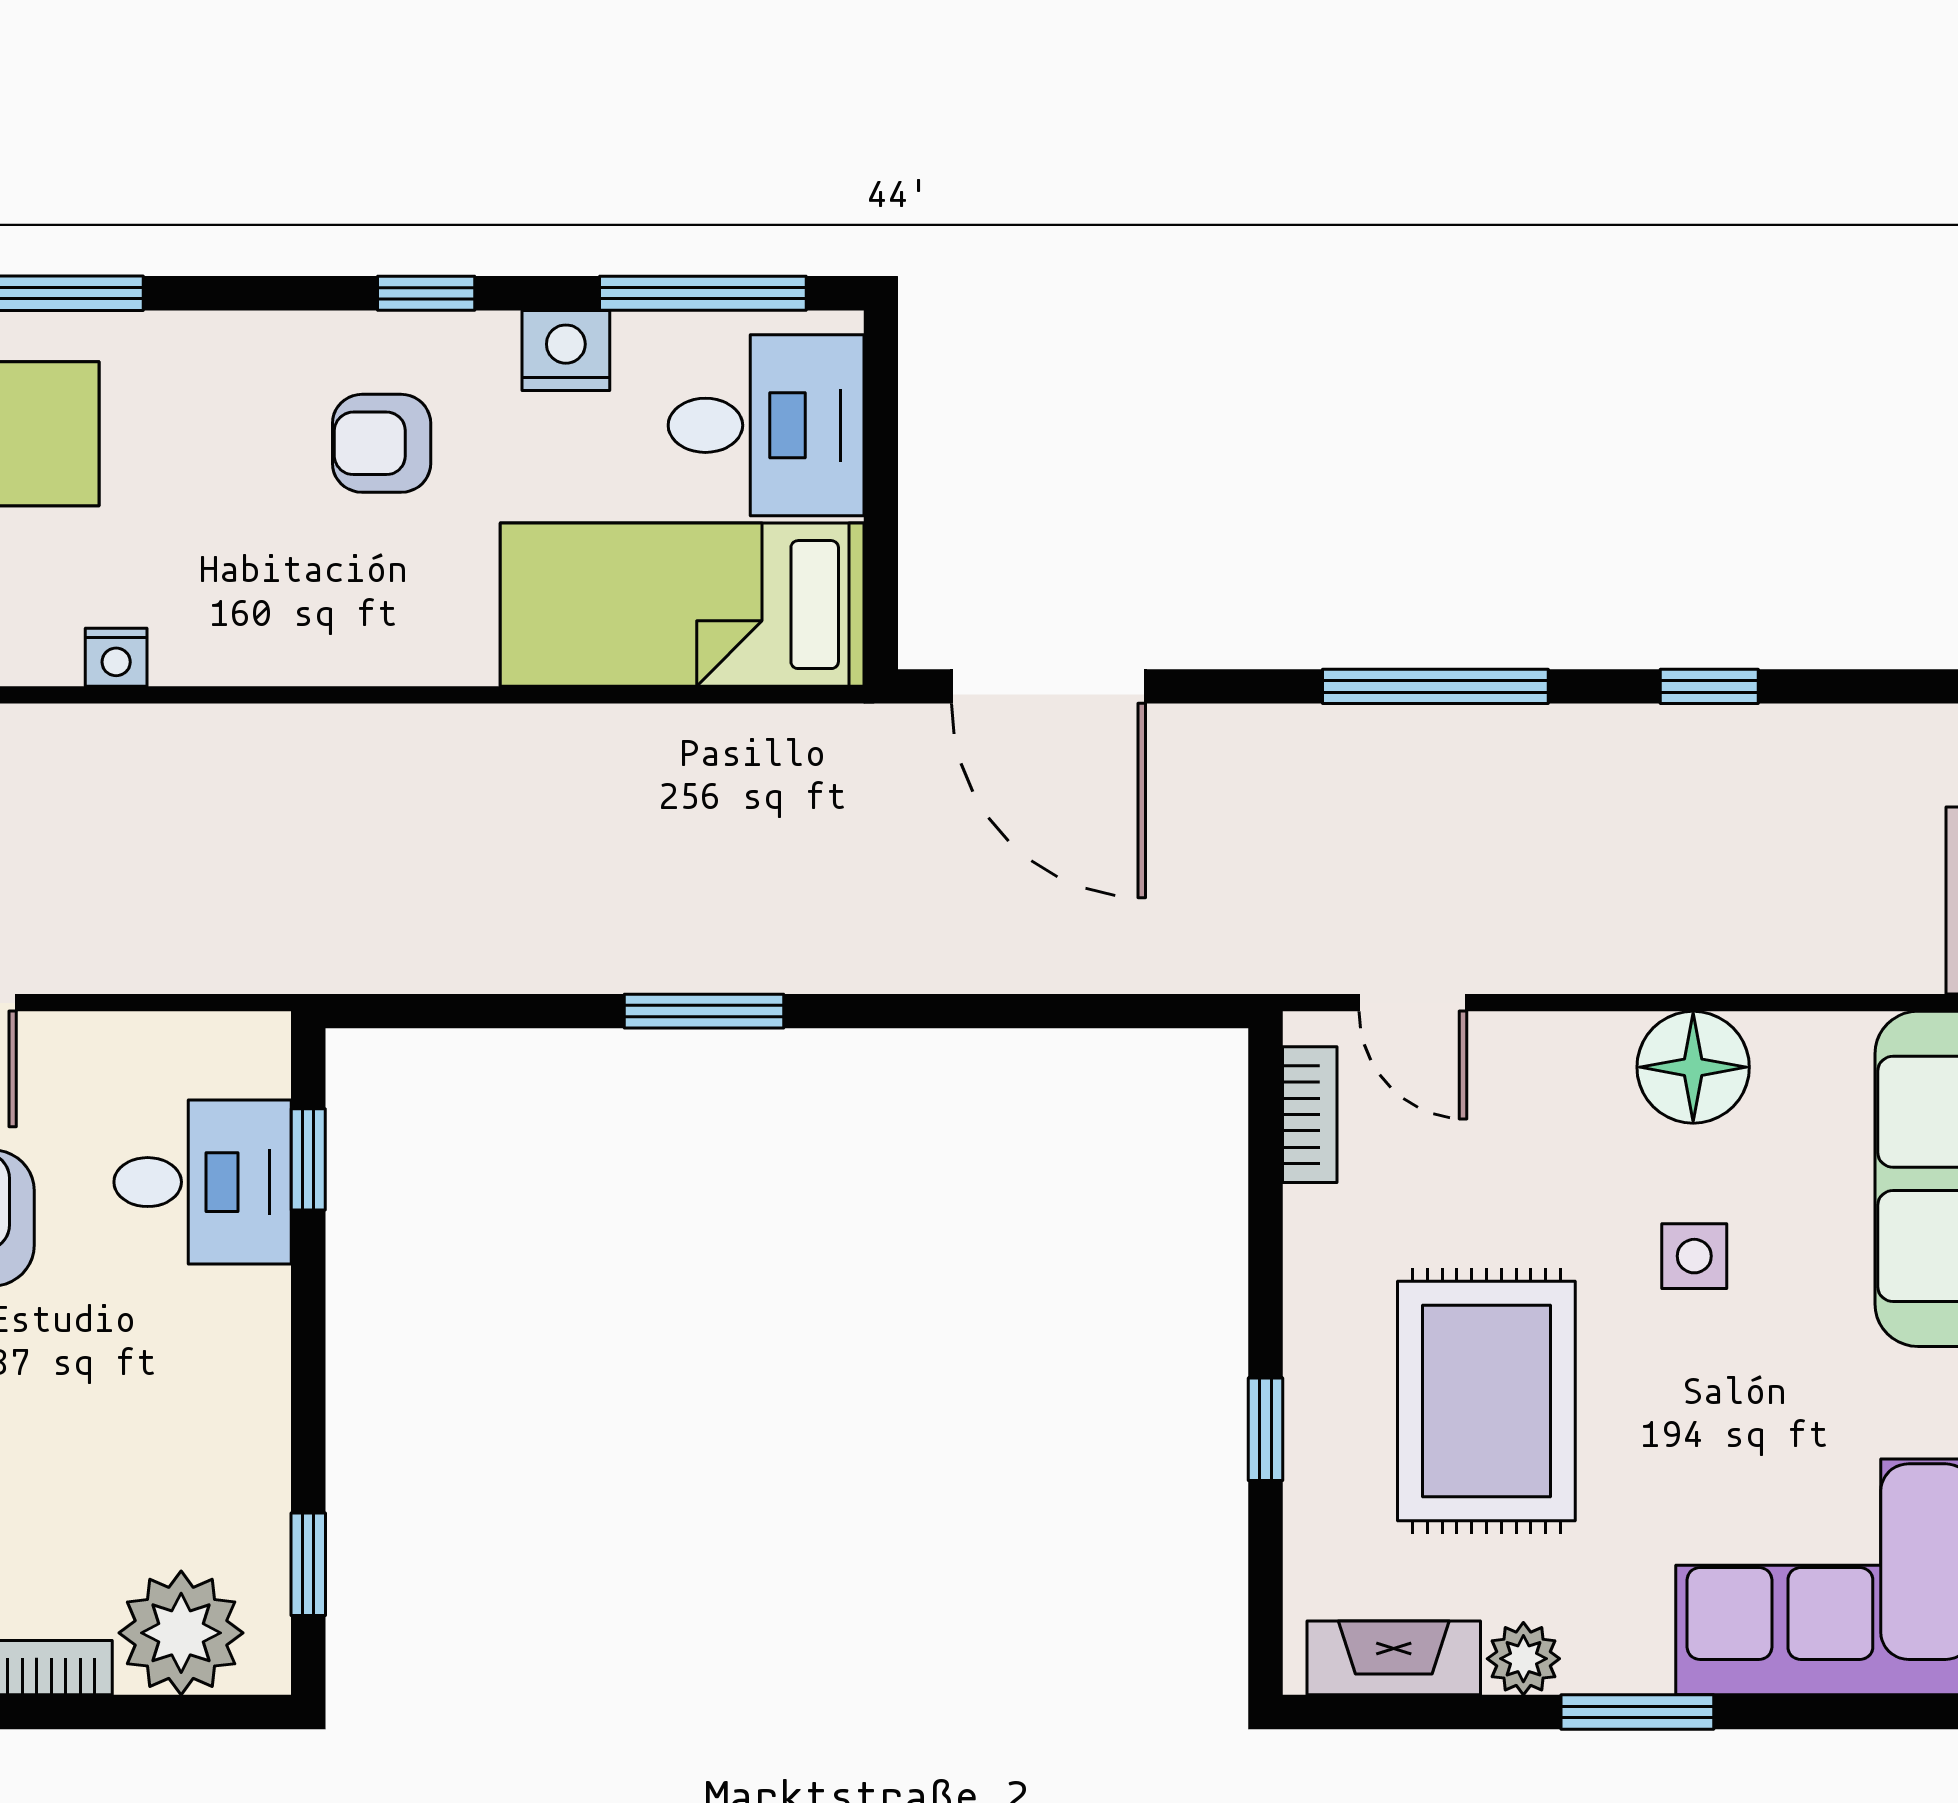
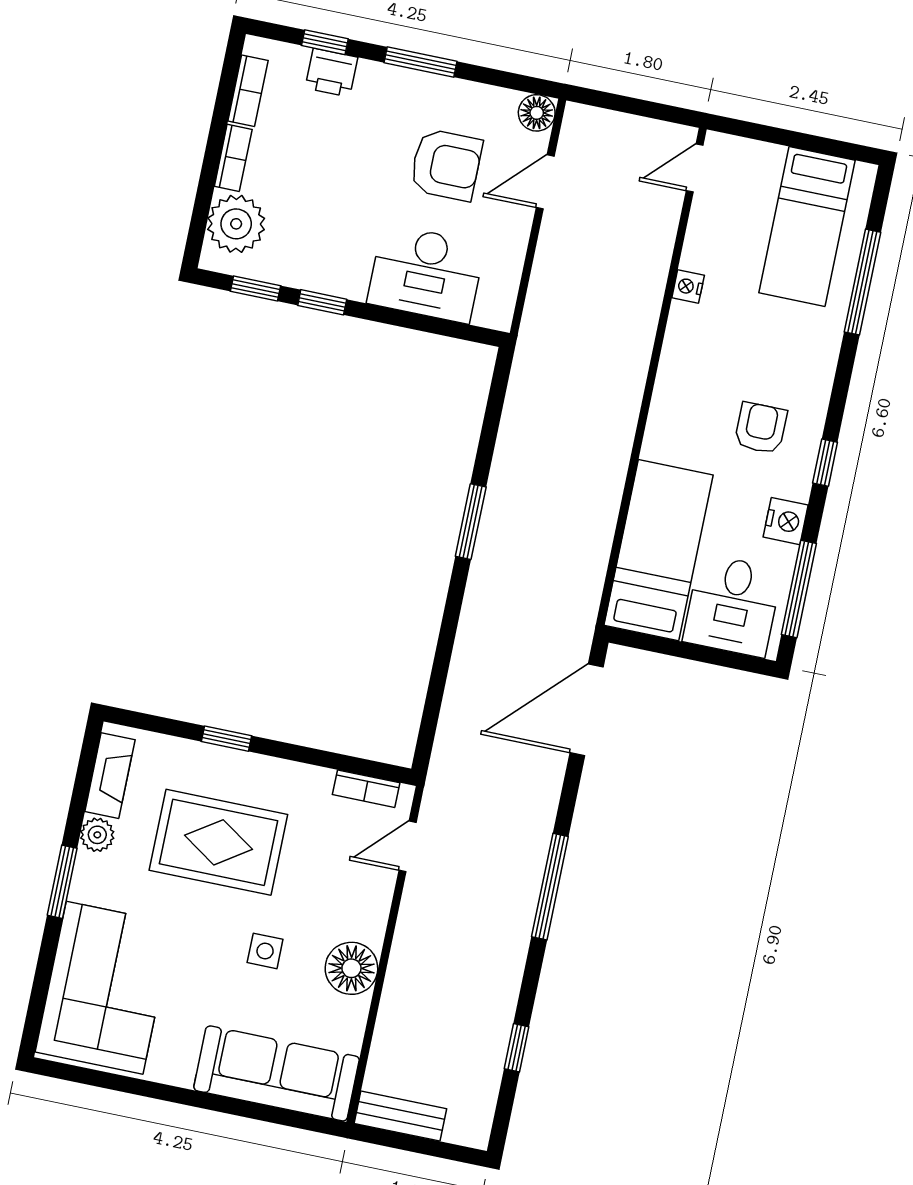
window: (1709, 686) -> (517, 1048), moved
window: (308, 1159) -> (322, 302), moved
desk: (203, 1182) -> (426, 273), width x1.37

